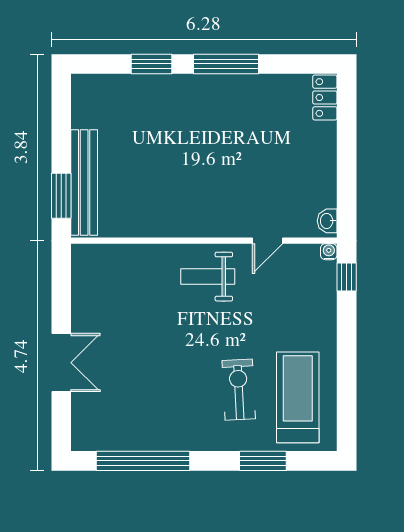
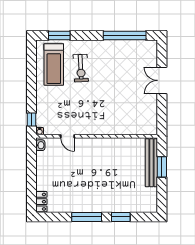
window: (61, 196) -> (162, 167), moved
door: (268, 241) -> (68, 136), swing flipped
weight bench: (208, 277) -> (95, 120), removed
window: (263, 461) -> (59, 35), moved

